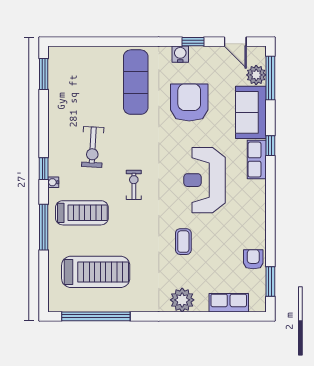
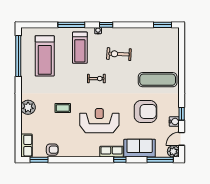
water cooler: (180, 54) -> (174, 122), moved
plant: (256, 75) -> (173, 151), moved
row of seats: (229, 303) -> (26, 146), moved

